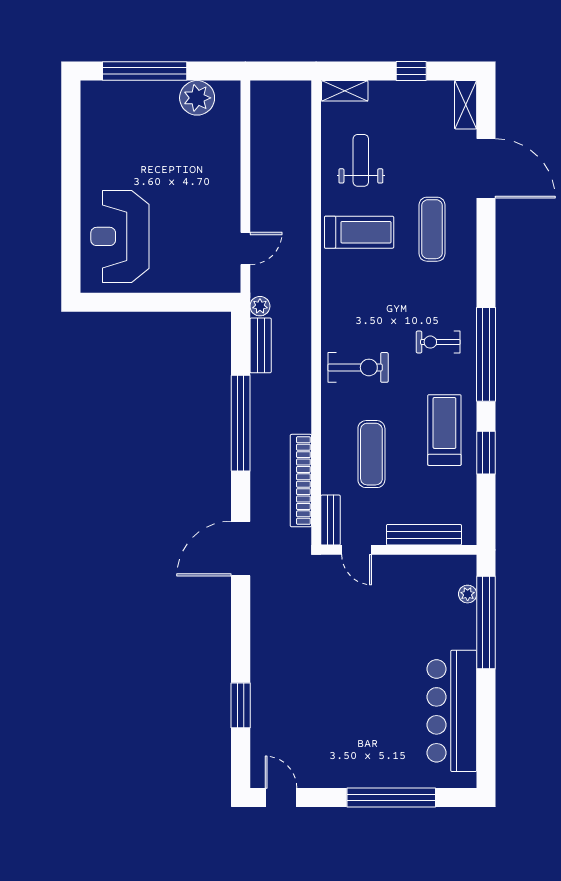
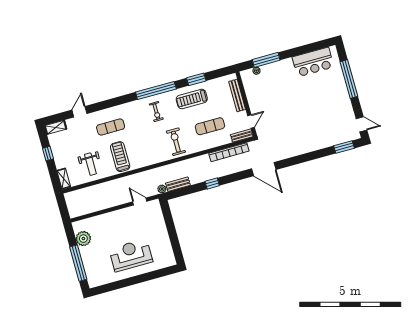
weight bench: (361, 160) -> (90, 164), turned -90
door: (486, 168) -> (79, 112), width x0.53
reception desk: (120, 236) -> (131, 255), moved, turned 180
window: (241, 423) -> (212, 184), width x0.32
window: (486, 623) -> (266, 60), width x0.68
window: (241, 705) -> (344, 147), moved
bar counter: (452, 711) -> (313, 62), width x0.73
door: (281, 798) -> (361, 124), swing flipped

